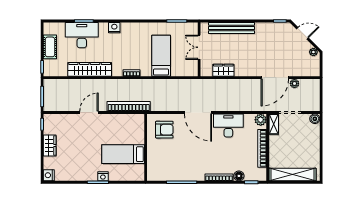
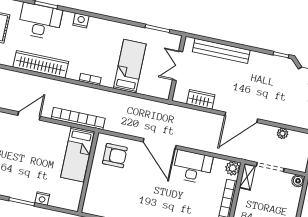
door: (275, 78) -> (241, 117), moved
bed: (123, 154) -> (77, 154), moved, turned -90
nightstand: (103, 176) -> (42, 199), moved

